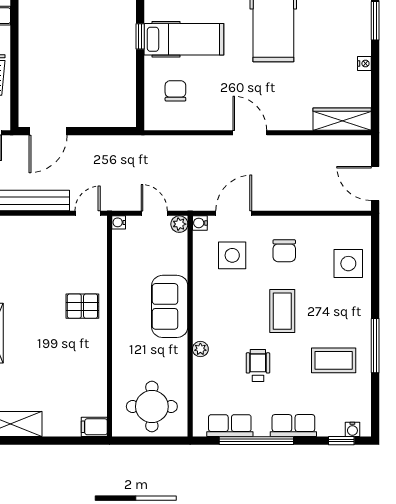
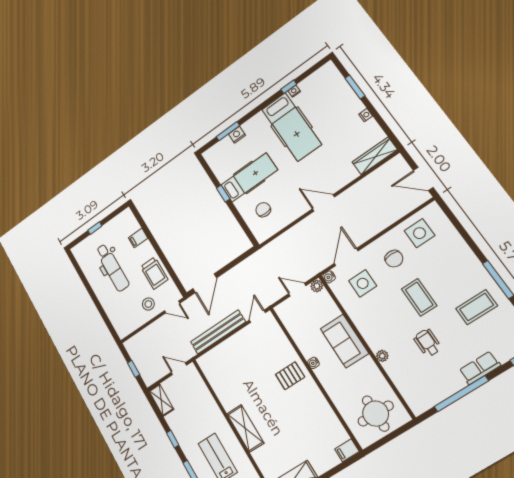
water cooler: (119, 222) -> (313, 363), moved
side table: (348, 264) -> (419, 233), moved
row of seats: (230, 426) -> (436, 395), removed

